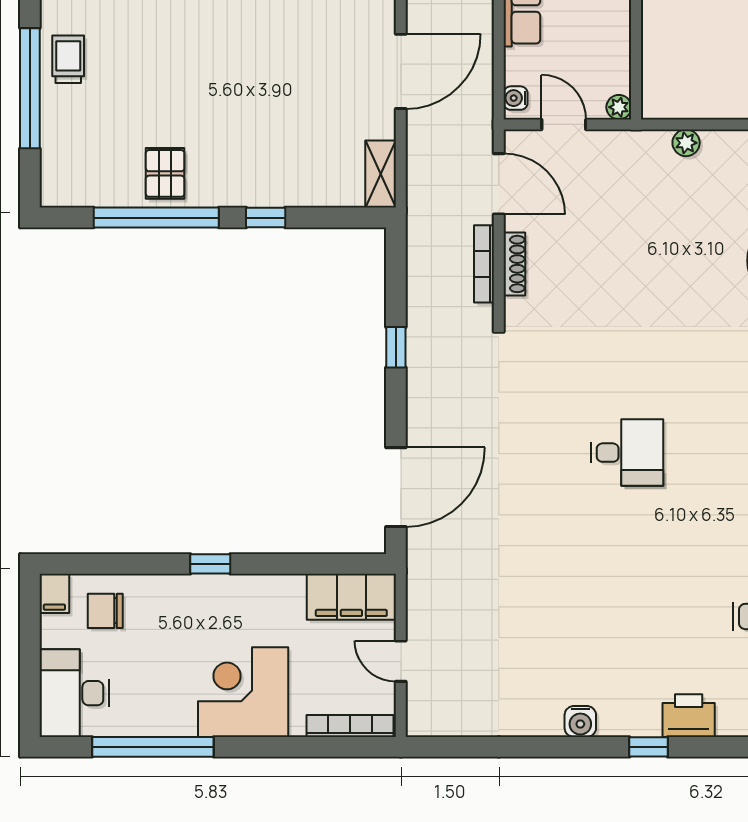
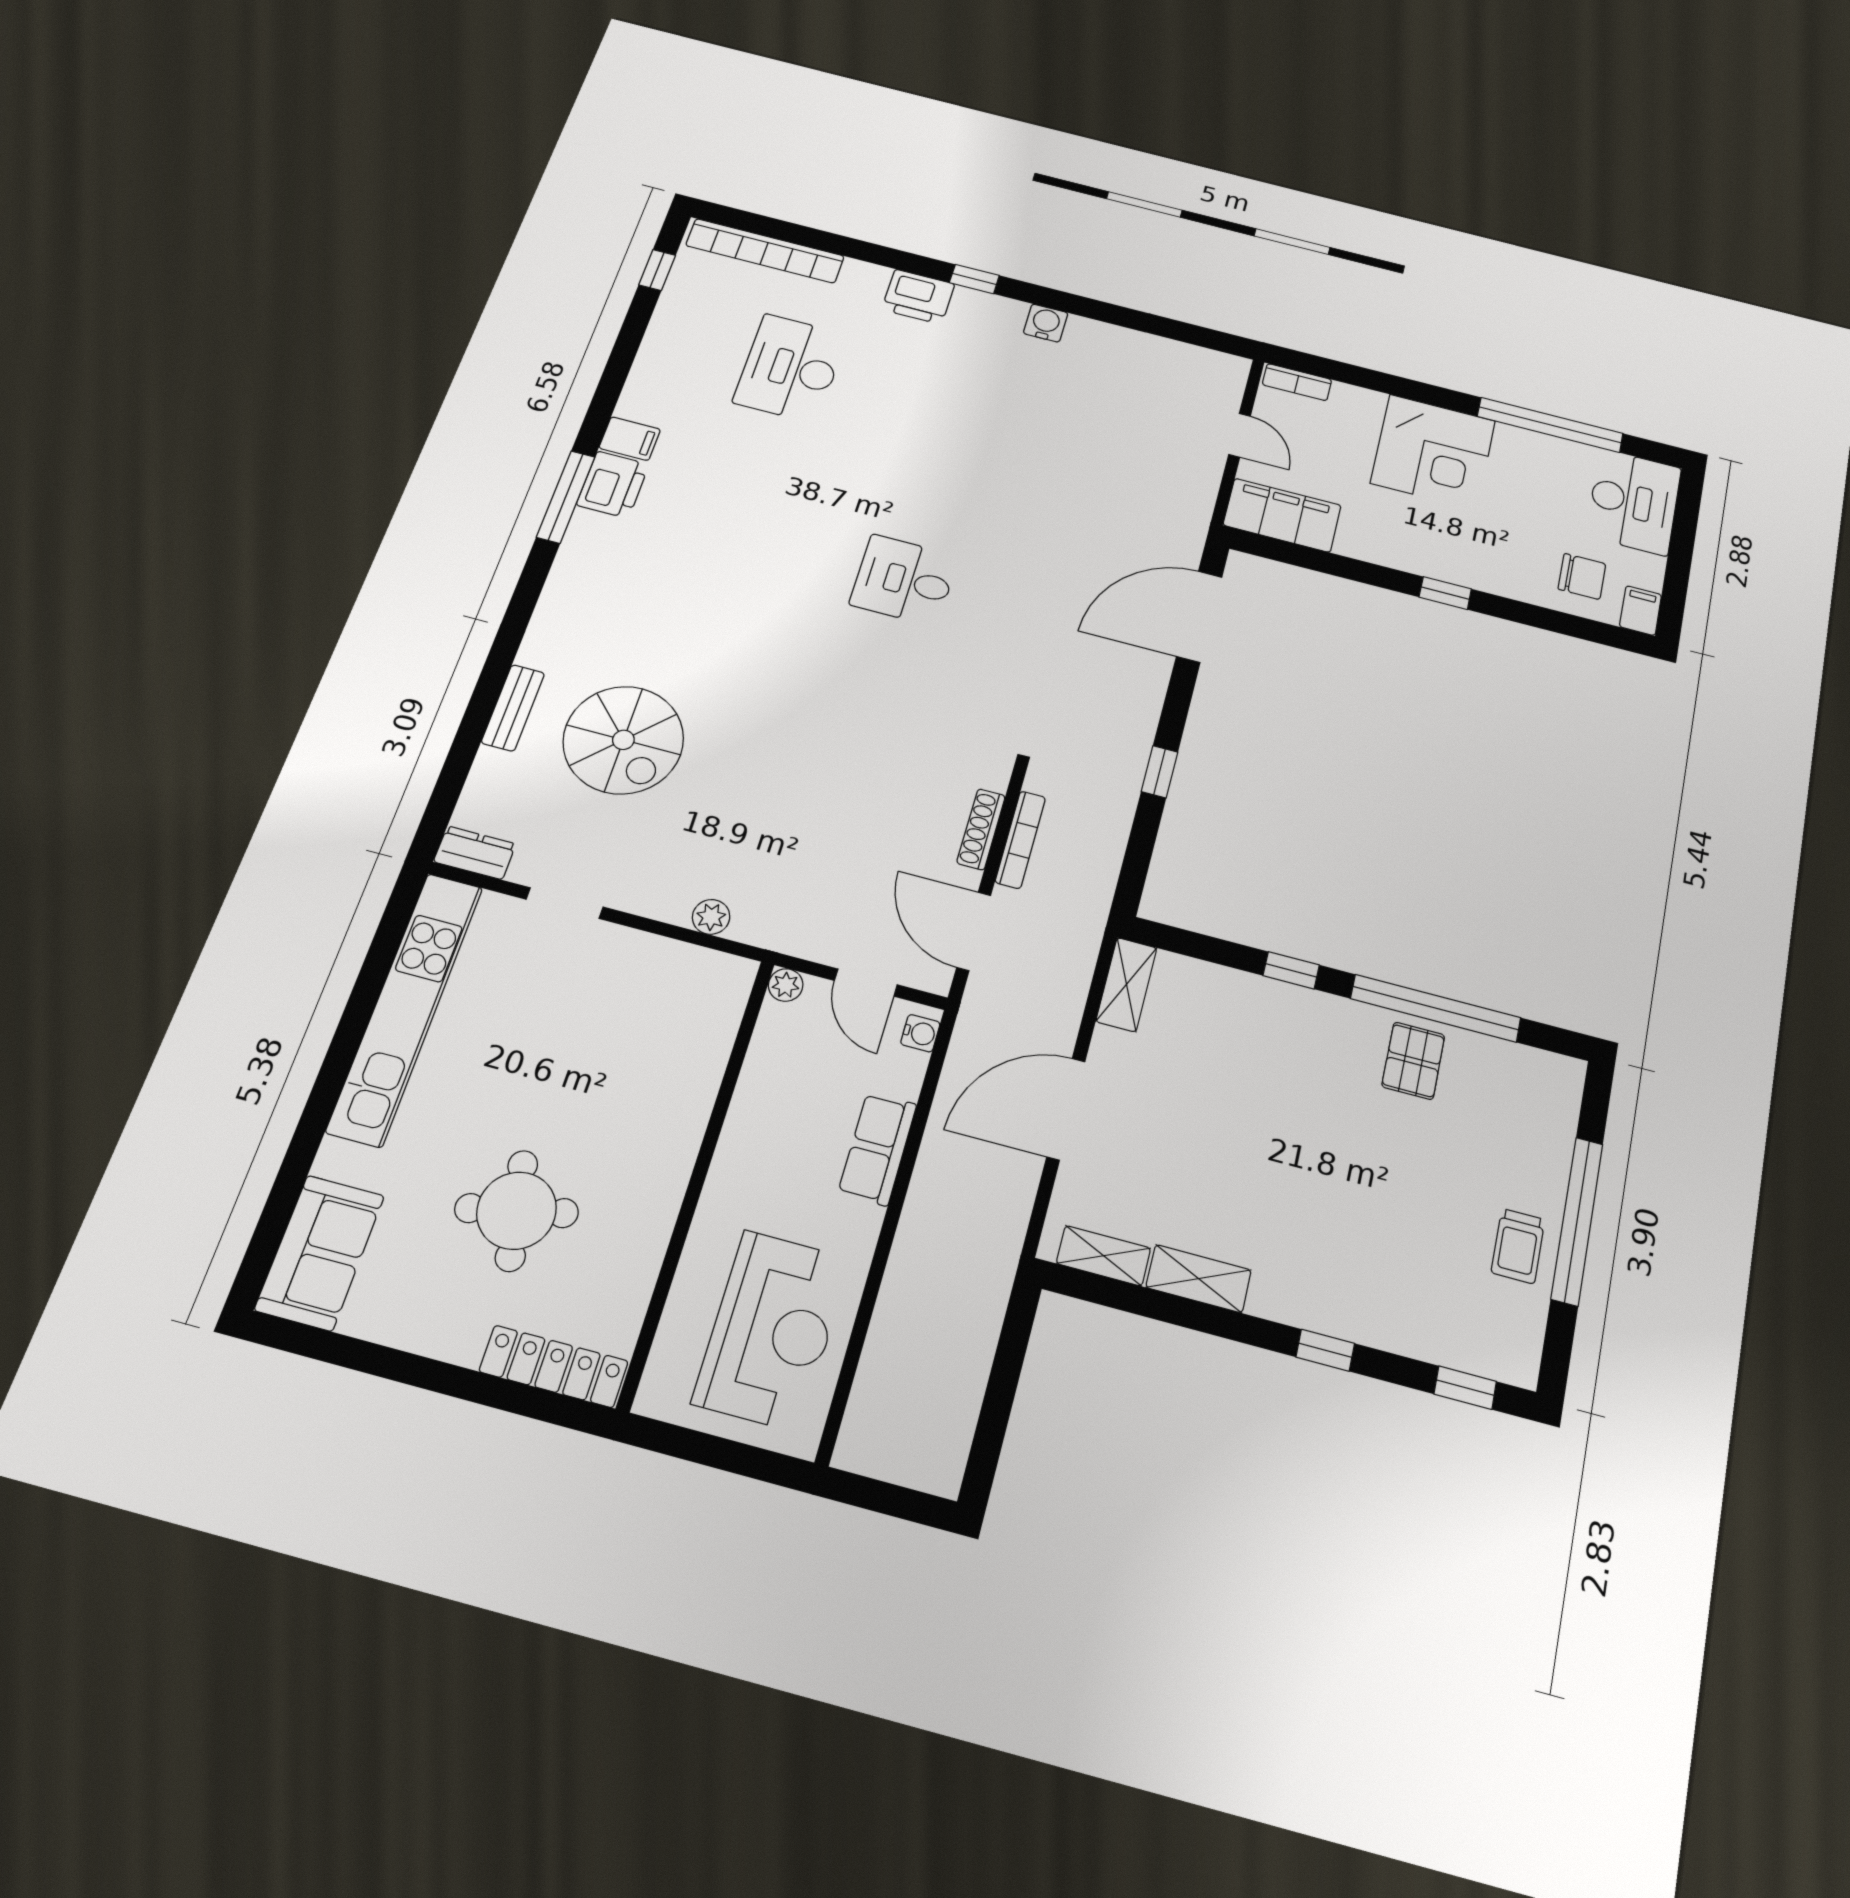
bookcase: (350, 726) -> (1297, 382), width x0.64

